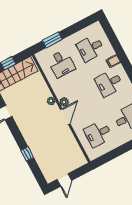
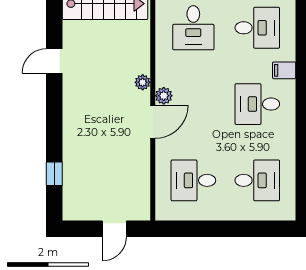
desk: (91, 48) -> (257, 28), turned 180
window: (27, 154) -> (54, 174), moved
door: (64, 180) -> (114, 229), moved

